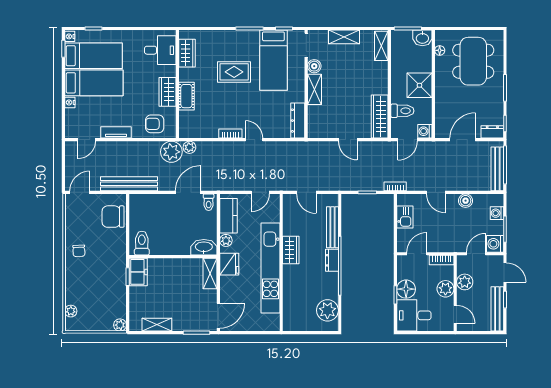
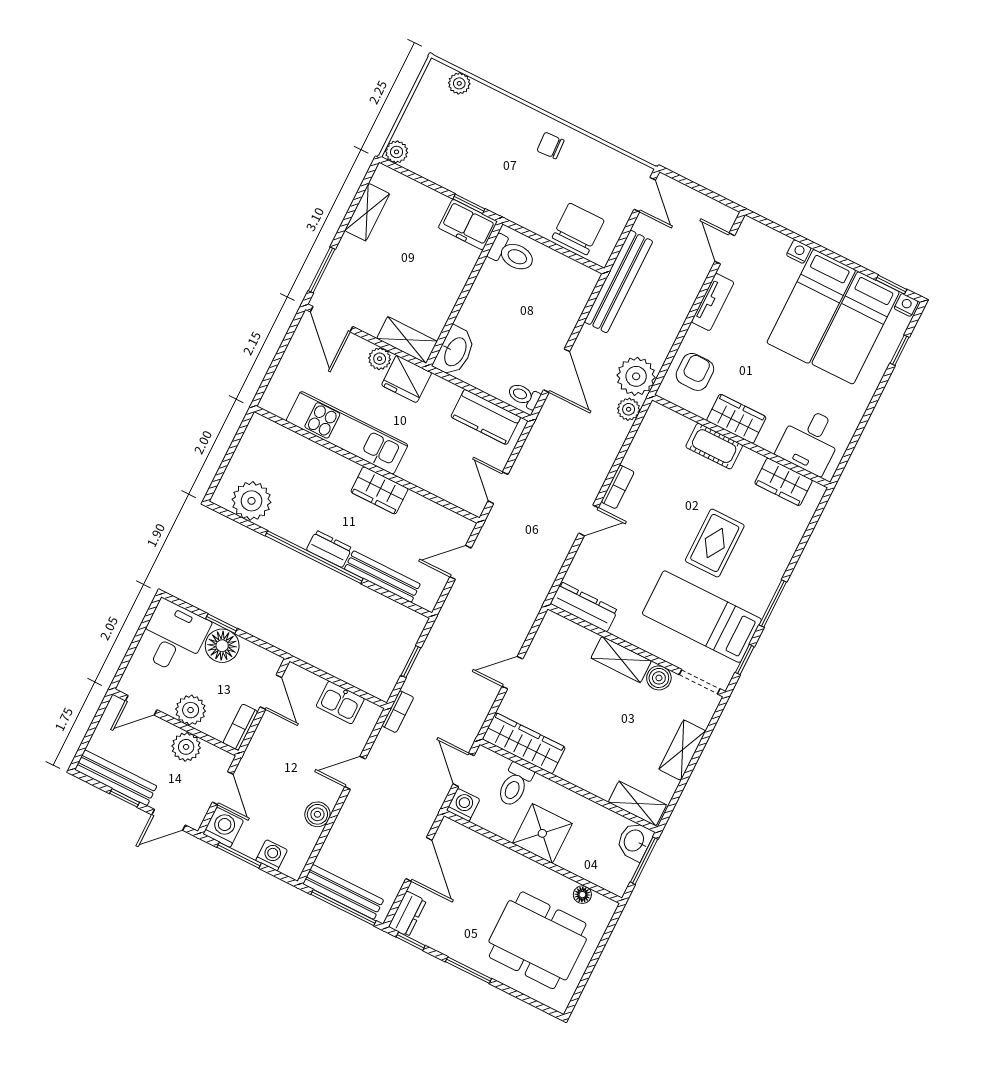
washbasin: (422, 38) -> (635, 841), moved
plant: (226, 240) -> (380, 359), moved
kitchen unit: (270, 268) -> (347, 433), width x0.73

